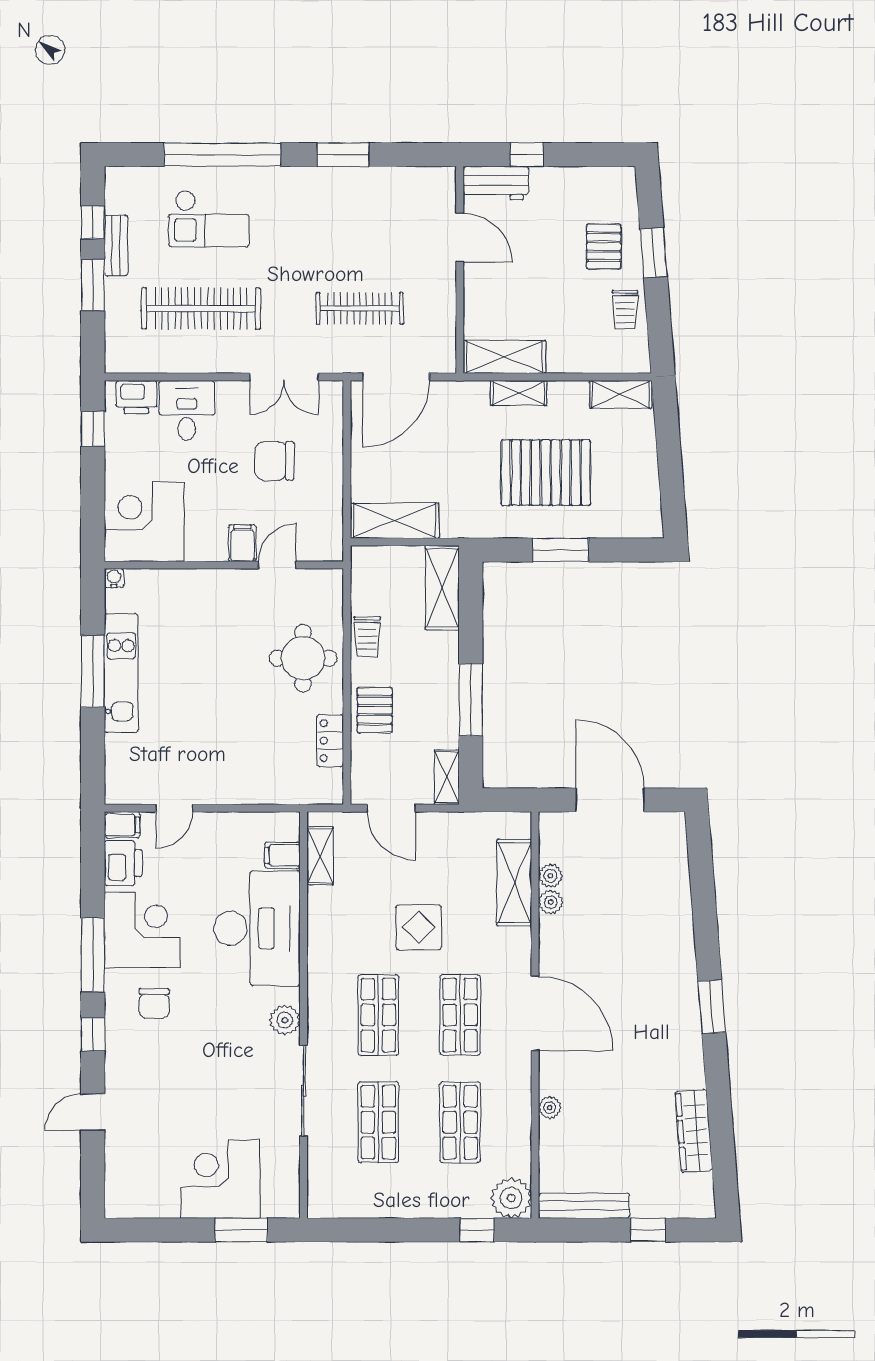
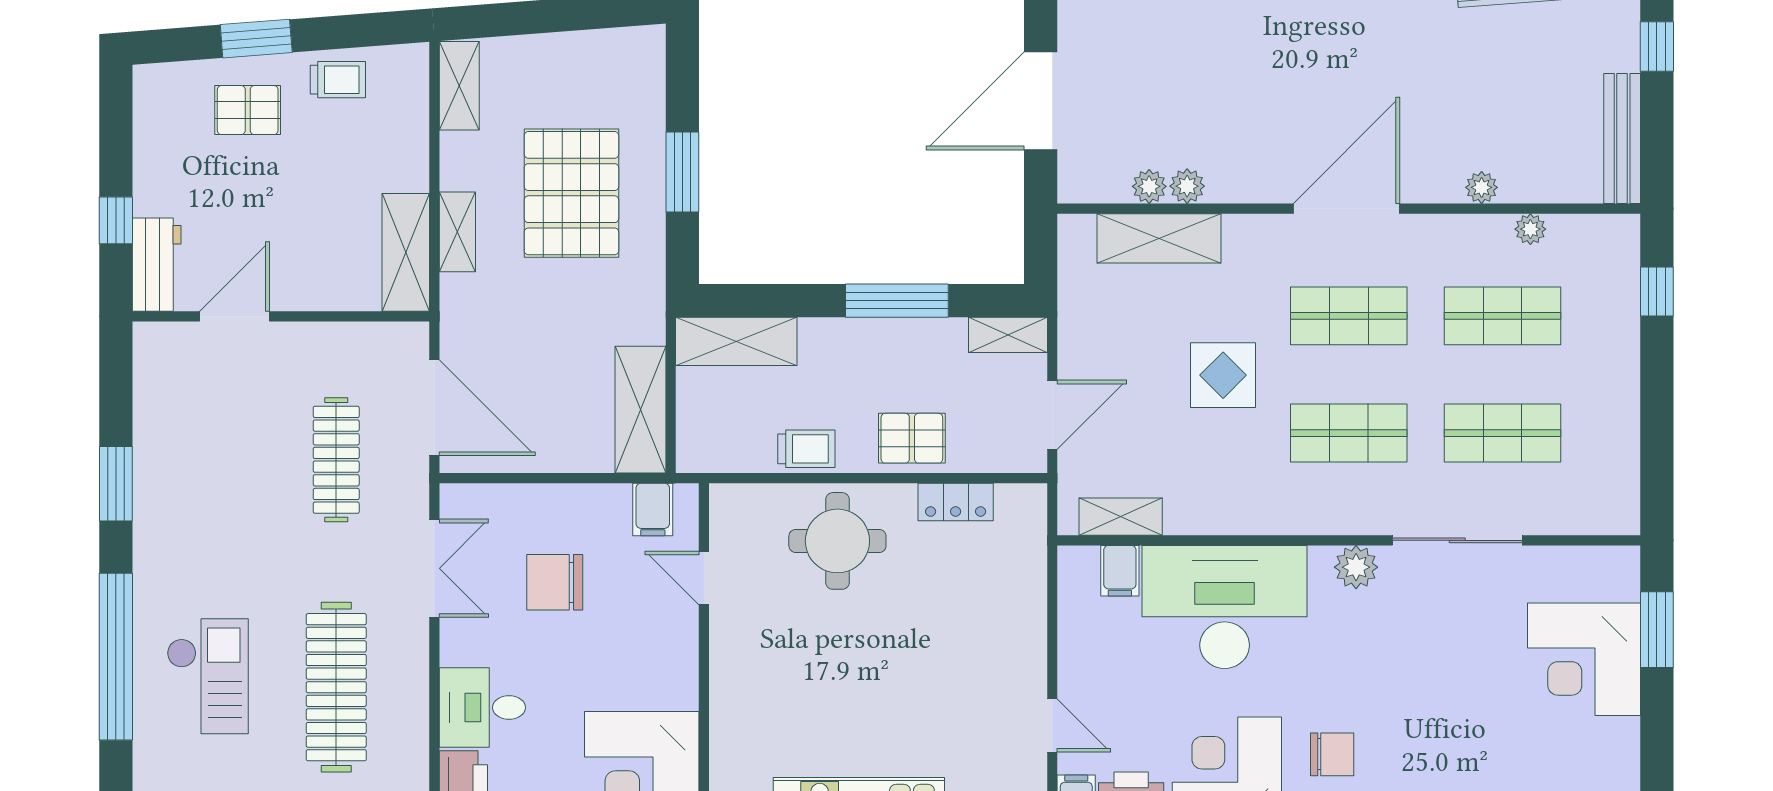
chair: (274, 461) -> (555, 582), turned 90
filing cabinet: (242, 543) -> (653, 510), moved, turned -90
plant: (511, 1198) -> (1530, 229), moved, width x0.53, depth x0.53

